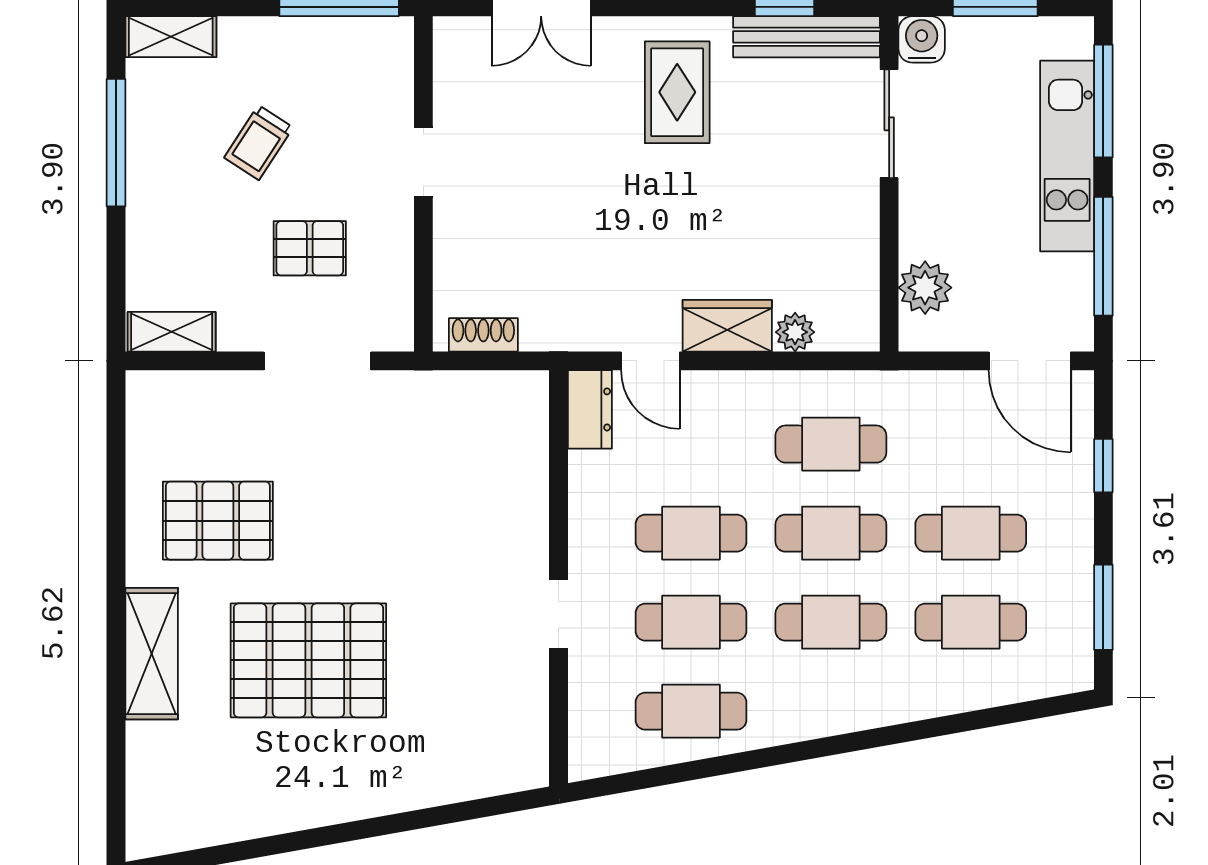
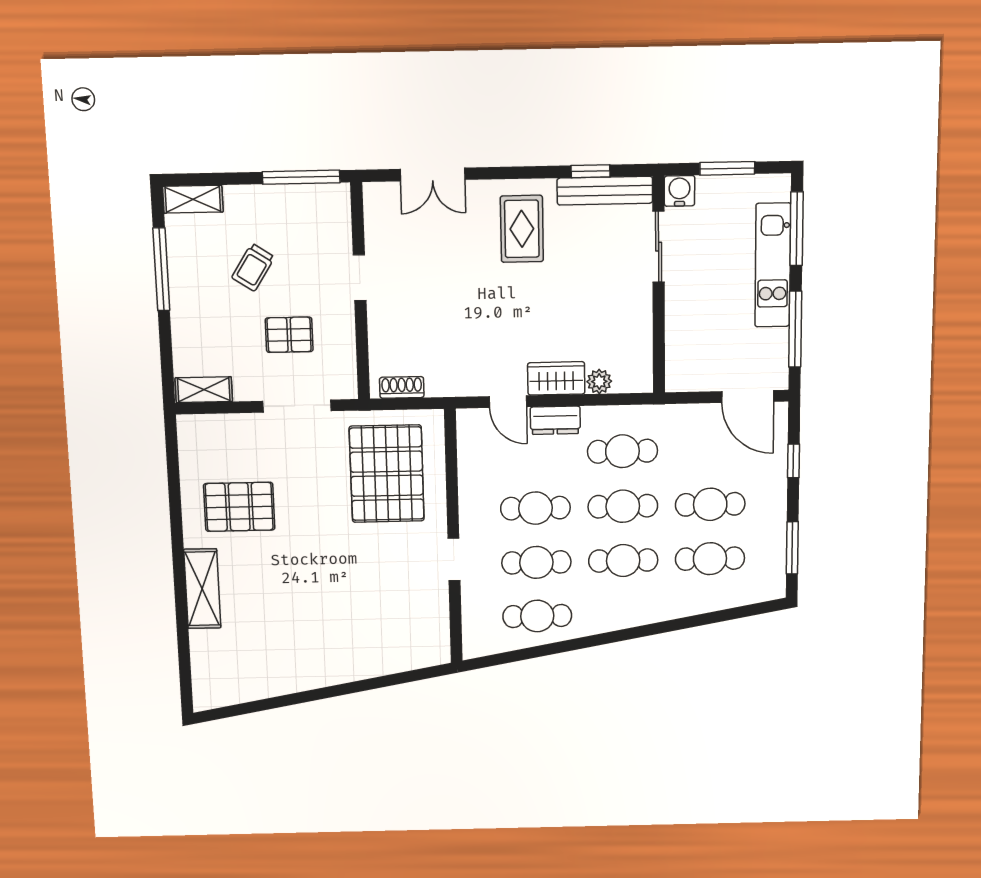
plant: (925, 288) -> (682, 352), removed
dresser: (590, 409) -> (555, 420), moved, turned 90
pallet: (308, 660) -> (387, 474), moved, turned 90

